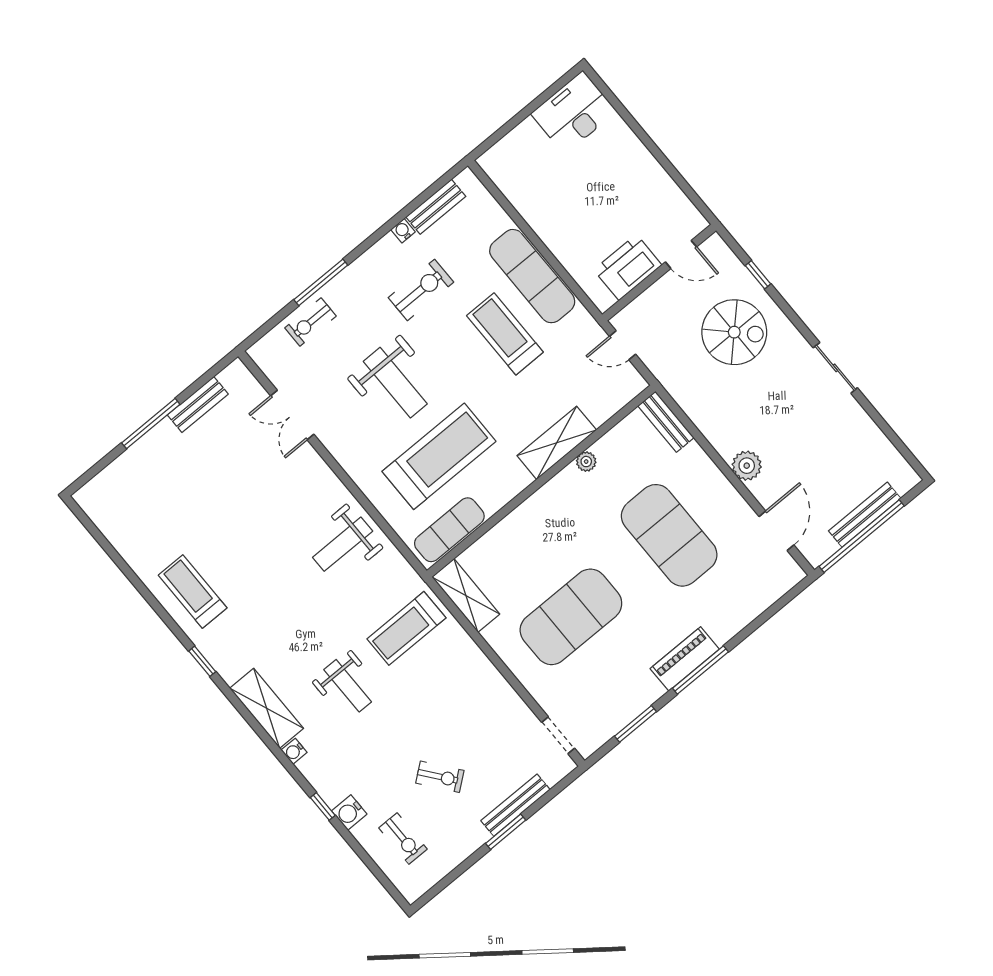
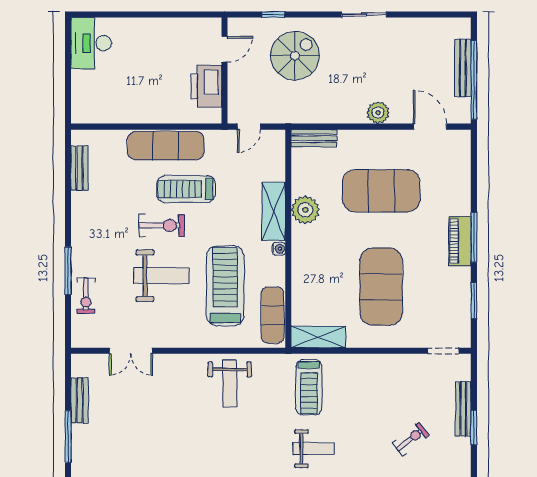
water cooler: (403, 231) -> (279, 249), moved, turned 180
exercise bike: (421, 290) -> (162, 225), moved, turned 90
plant: (586, 462) -> (305, 210), width x1.88, depth x1.88

